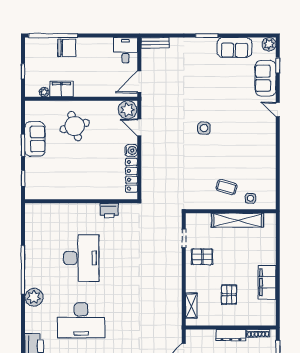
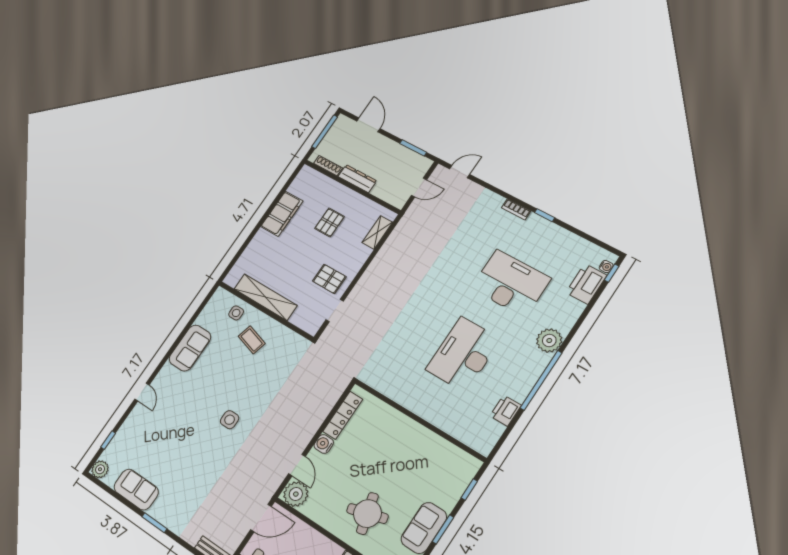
sofa: (266, 78) -> (190, 348), moved
printer: (109, 211) -> (506, 411), moved, turned -90

